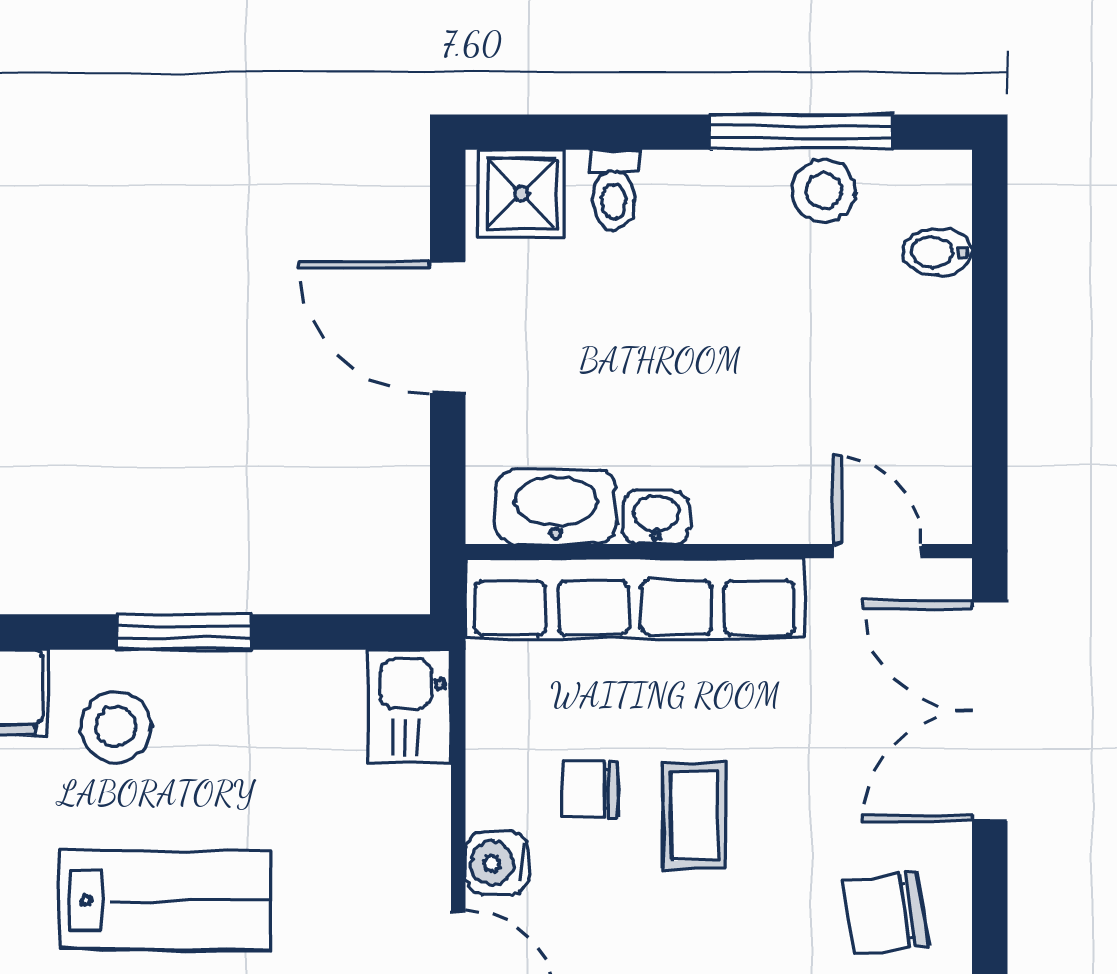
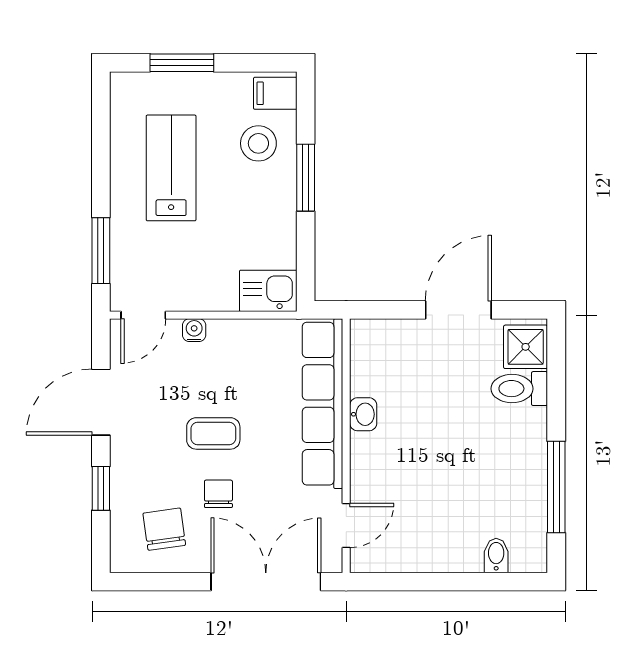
toilet: (614, 190) -> (519, 389), width x1.37, depth x1.39
stool: (824, 191) -> (527, 498), removed
washbasin: (556, 507) -> (368, 364), removed
chair: (590, 790) -> (218, 494), moved
water cooler: (497, 863) -> (194, 330), width x0.72, depth x0.72
lab bench: (165, 900) -> (171, 168), turned 180

